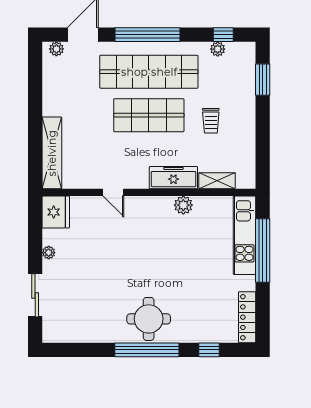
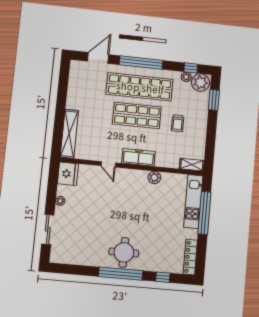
plant: (56, 49) -> (200, 82), moved, width x1.88, depth x1.88
freezer: (173, 178) -> (138, 157), moved
shelving: (217, 181) -> (192, 165), moved

